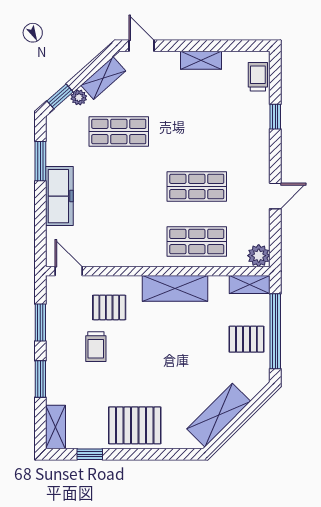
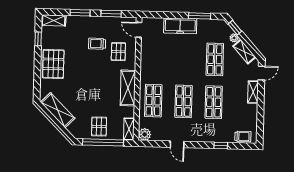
shelving: (201, 60) -> (253, 92), moved
shop shelf: (197, 132) -> (214, 102), added
door: (69, 271) -> (139, 30), swing flipped

